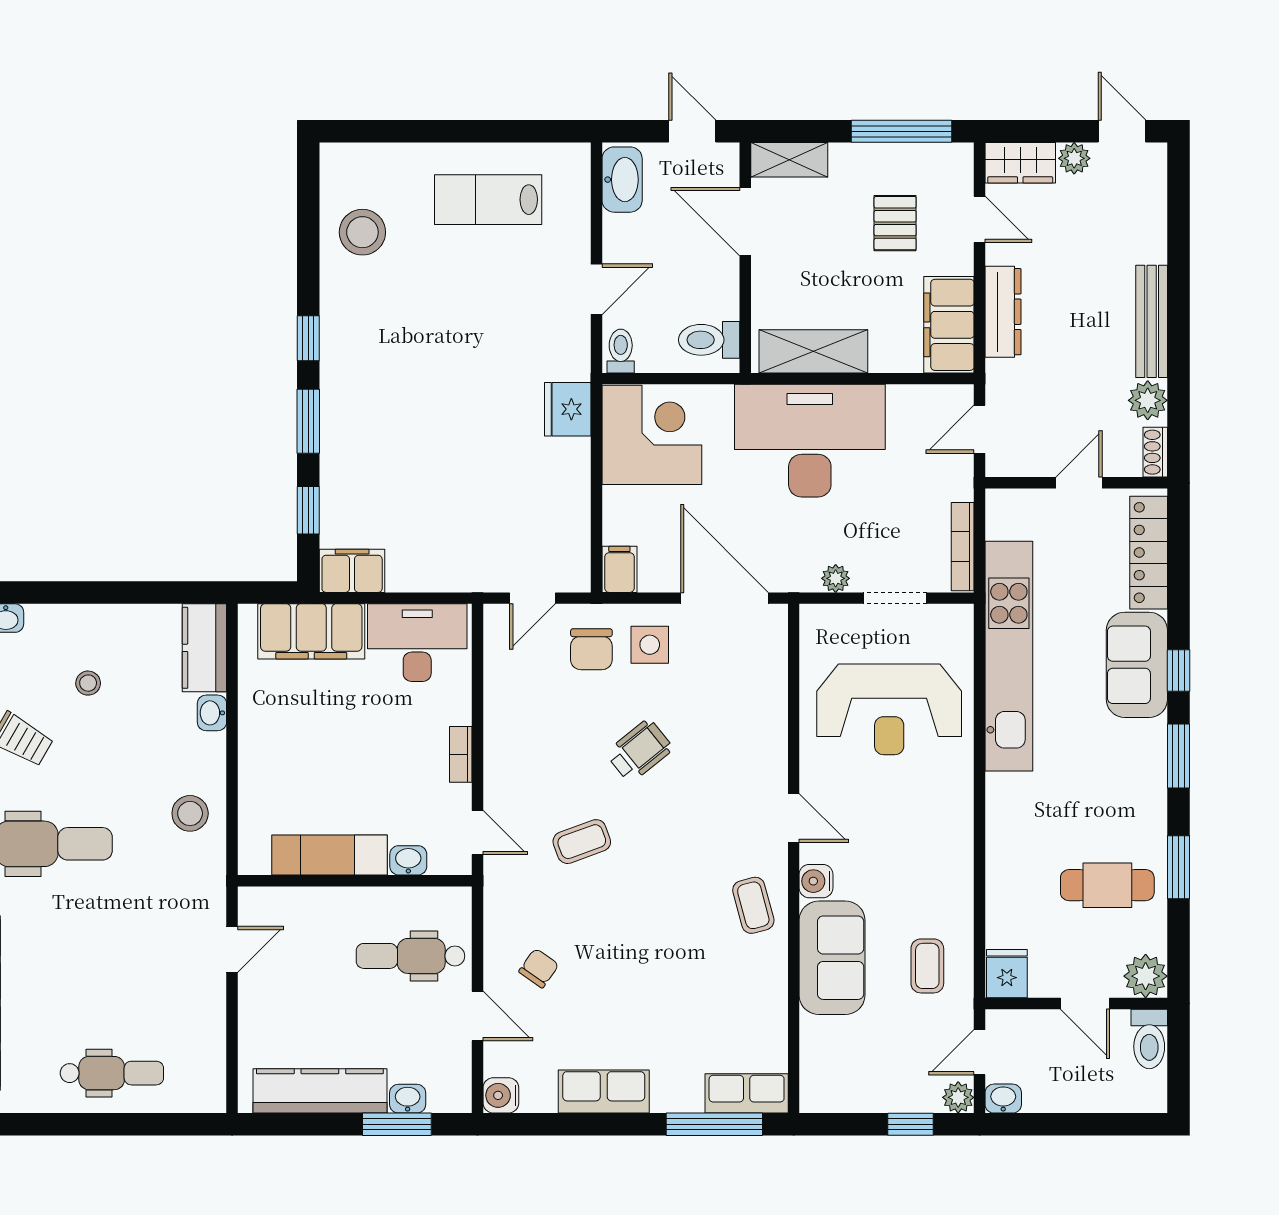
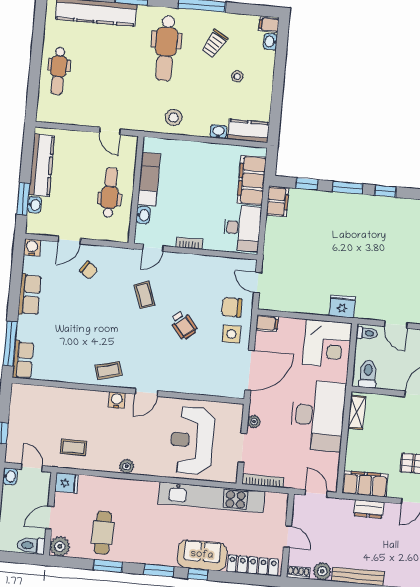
dresser: (1003, 312) -> (369, 509), width x0.70
shelving: (813, 351) -> (357, 412), width x0.67, depth x0.75
dental chair: (410, 956) -> (110, 193), moved
sofa: (832, 958) -> (81, 404), removed
plant: (958, 1097) -> (127, 466), moved

